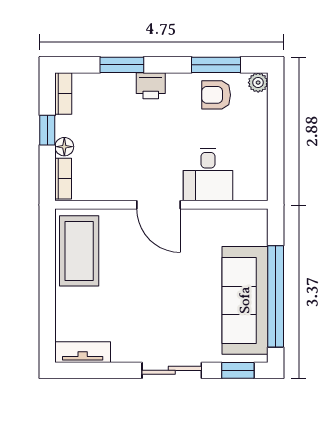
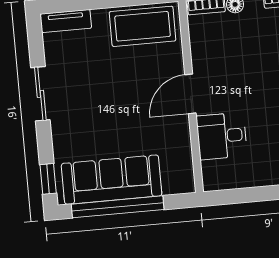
tv unit: (83, 352) -> (66, 21), moved, turned 90
sliding door: (172, 370) -> (40, 94), moved

